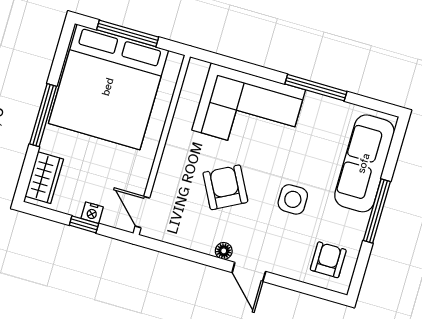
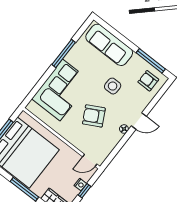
window: (377, 211) -> (151, 61), moved

